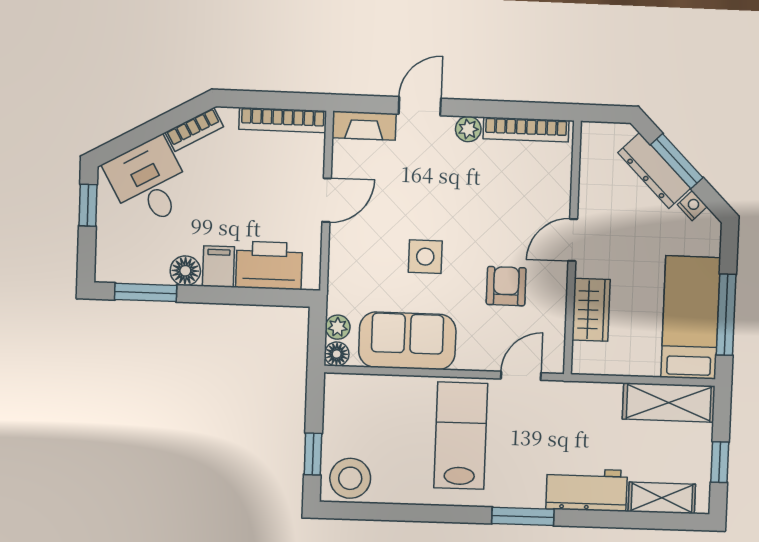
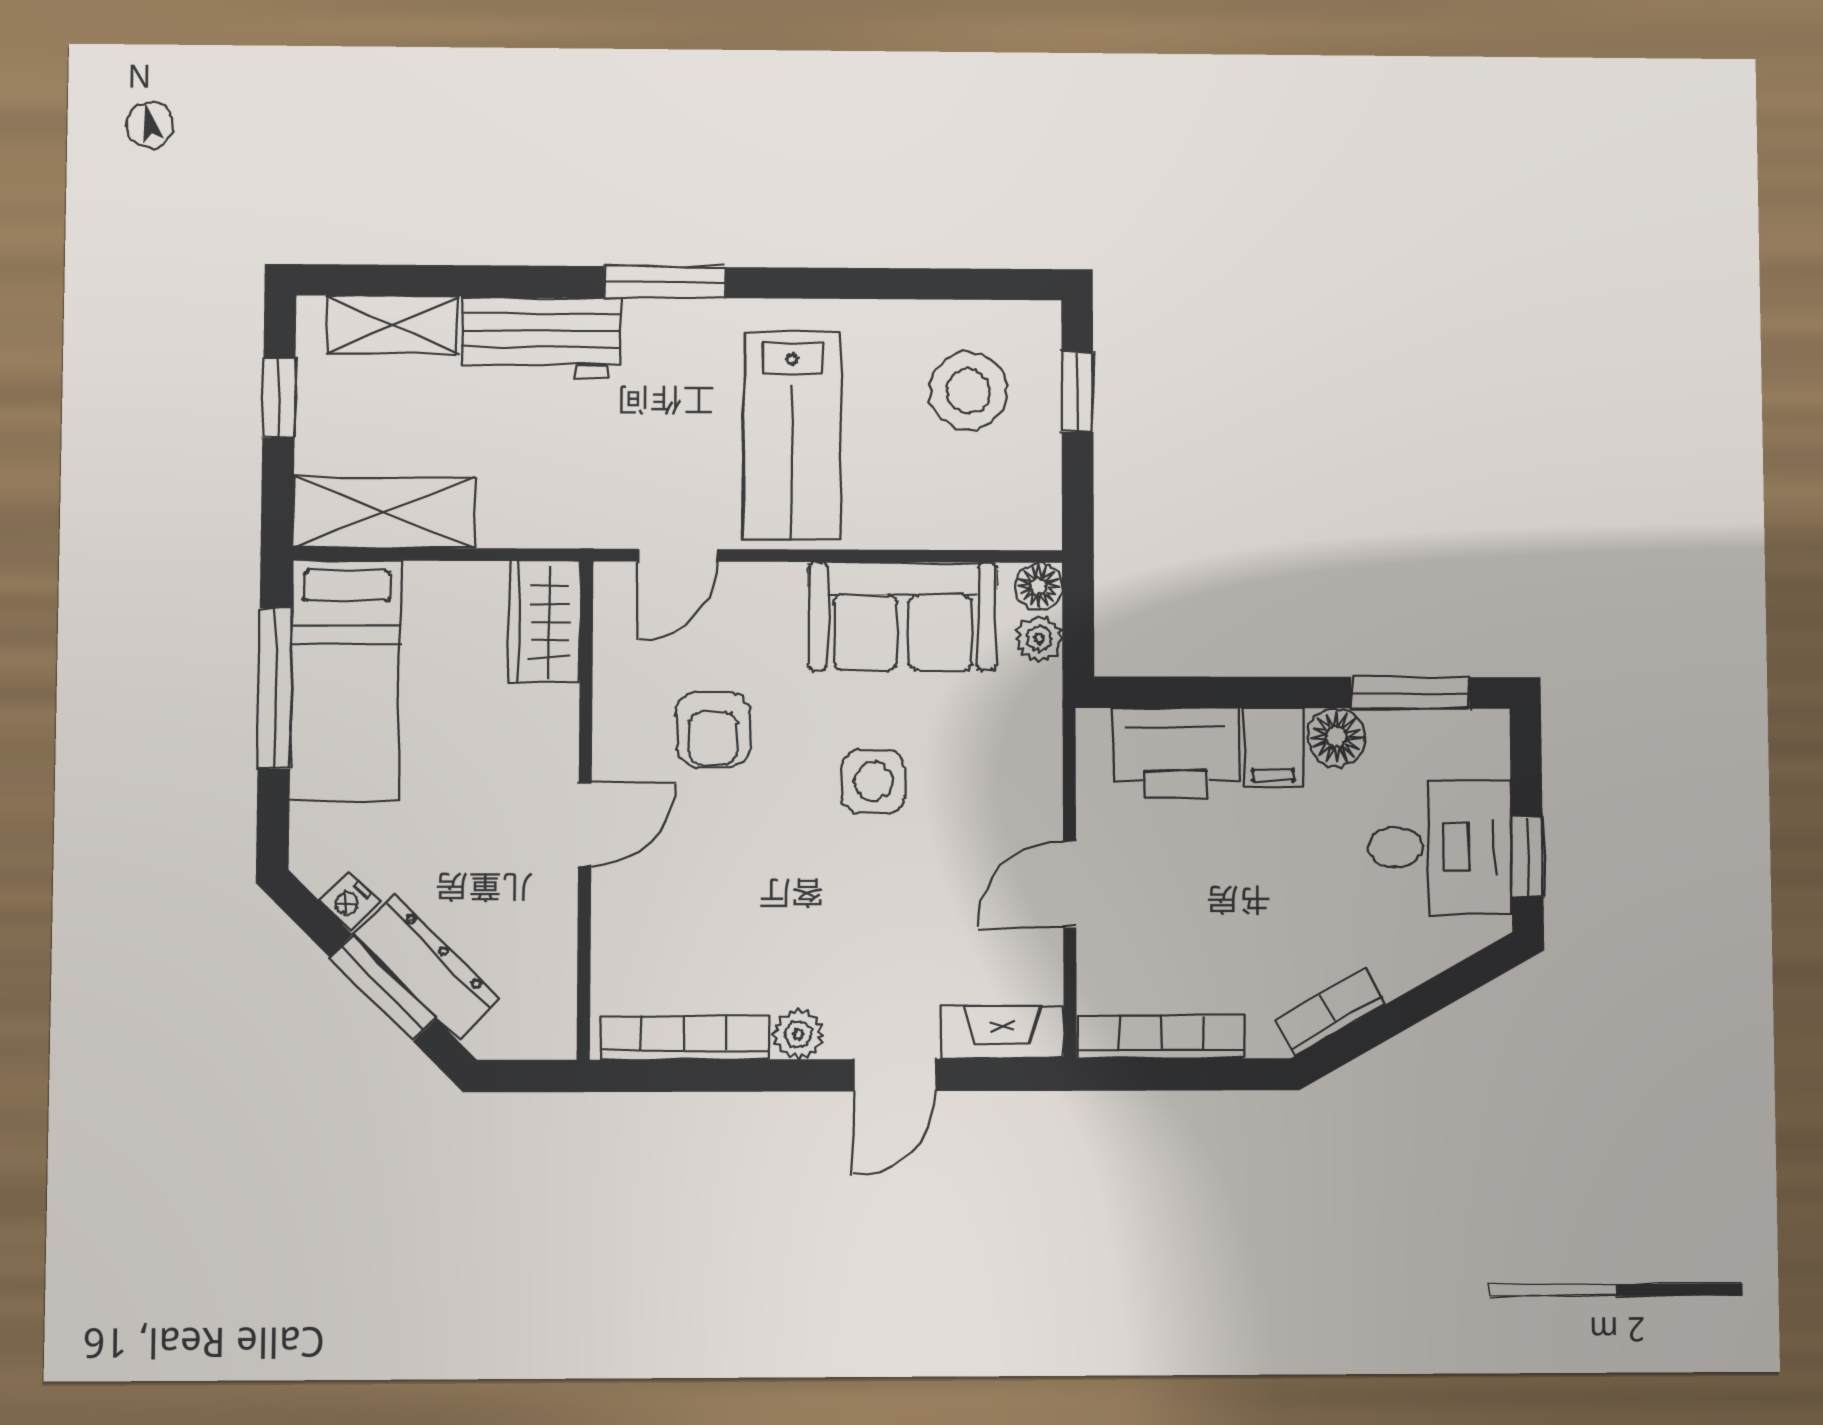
desk: (149, 182) -> (1440, 847), moved, turned -61
wardrobe: (591, 310) -> (545, 622), moved
stool: (350, 478) -> (968, 391), moved

